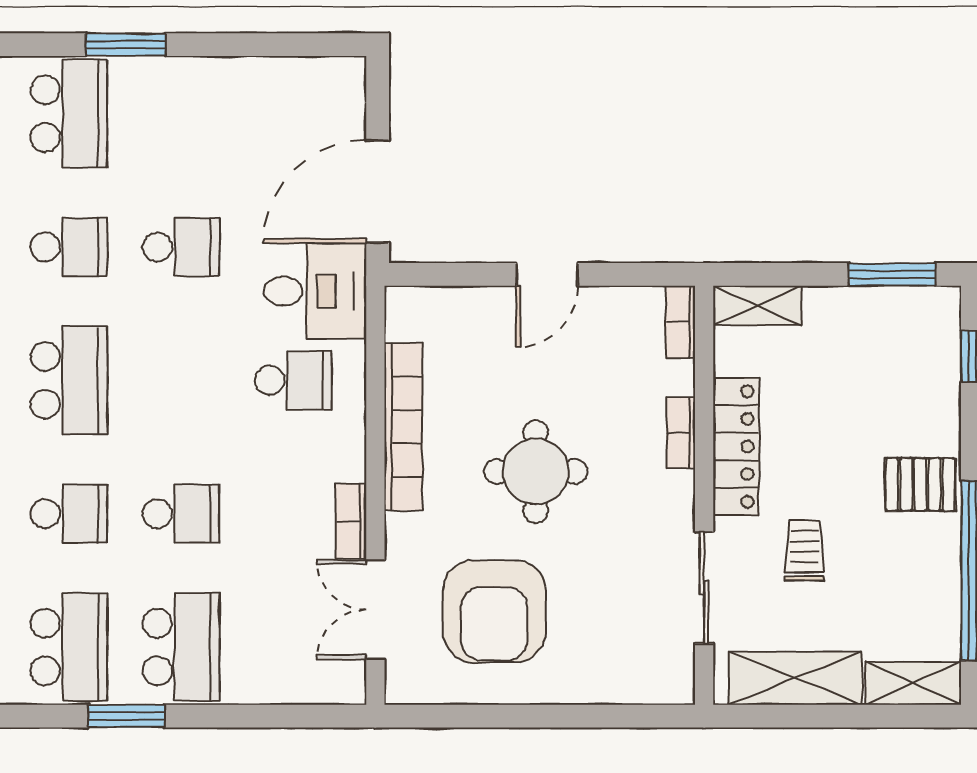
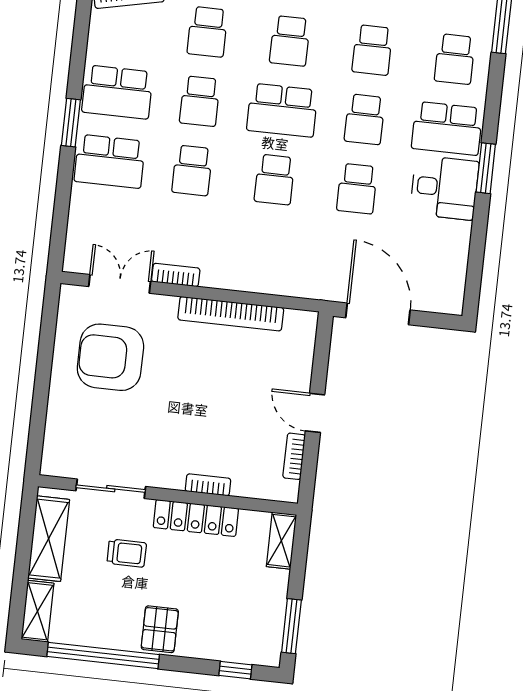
desk: (315, 291) -> (444, 188), moved, turned -90
bookcase: (681, 322) -> (294, 456), moved, turned -90
school desk: (293, 380) -> (275, 180), moved
round table: (536, 471) -> (194, 393), removed

